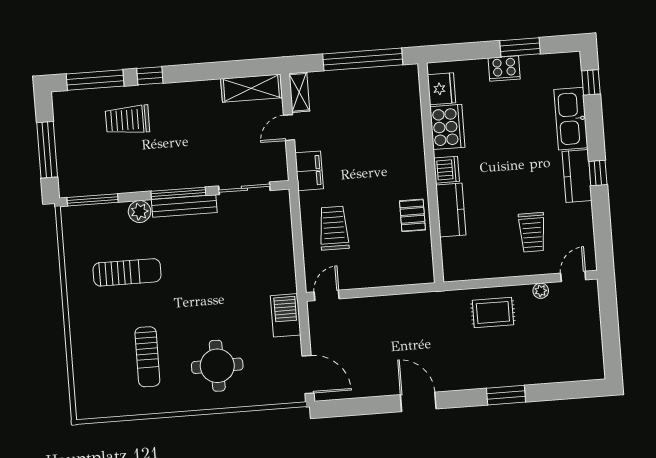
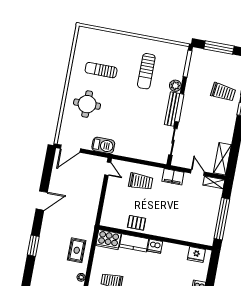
trolley: (127, 120) -> (223, 92), turned 97
cooker: (447, 127) -> (108, 240), moved

